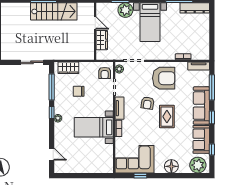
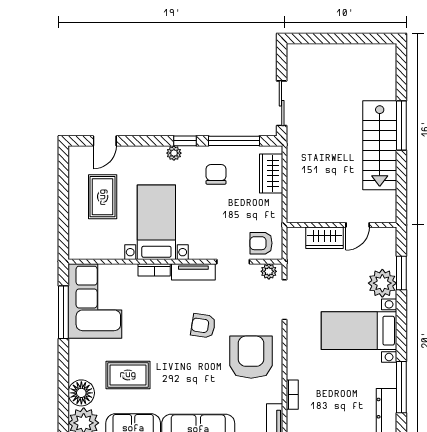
armchair: (164, 78) -> (251, 357), turned 180
chair: (79, 91) -> (216, 174), moved
rug: (167, 117) -> (128, 375), moved
rug: (80, 155) -> (103, 197), added
floor lamp: (171, 166) -> (81, 393), moved
window: (140, 176) -> (63, 312), width x2.17

